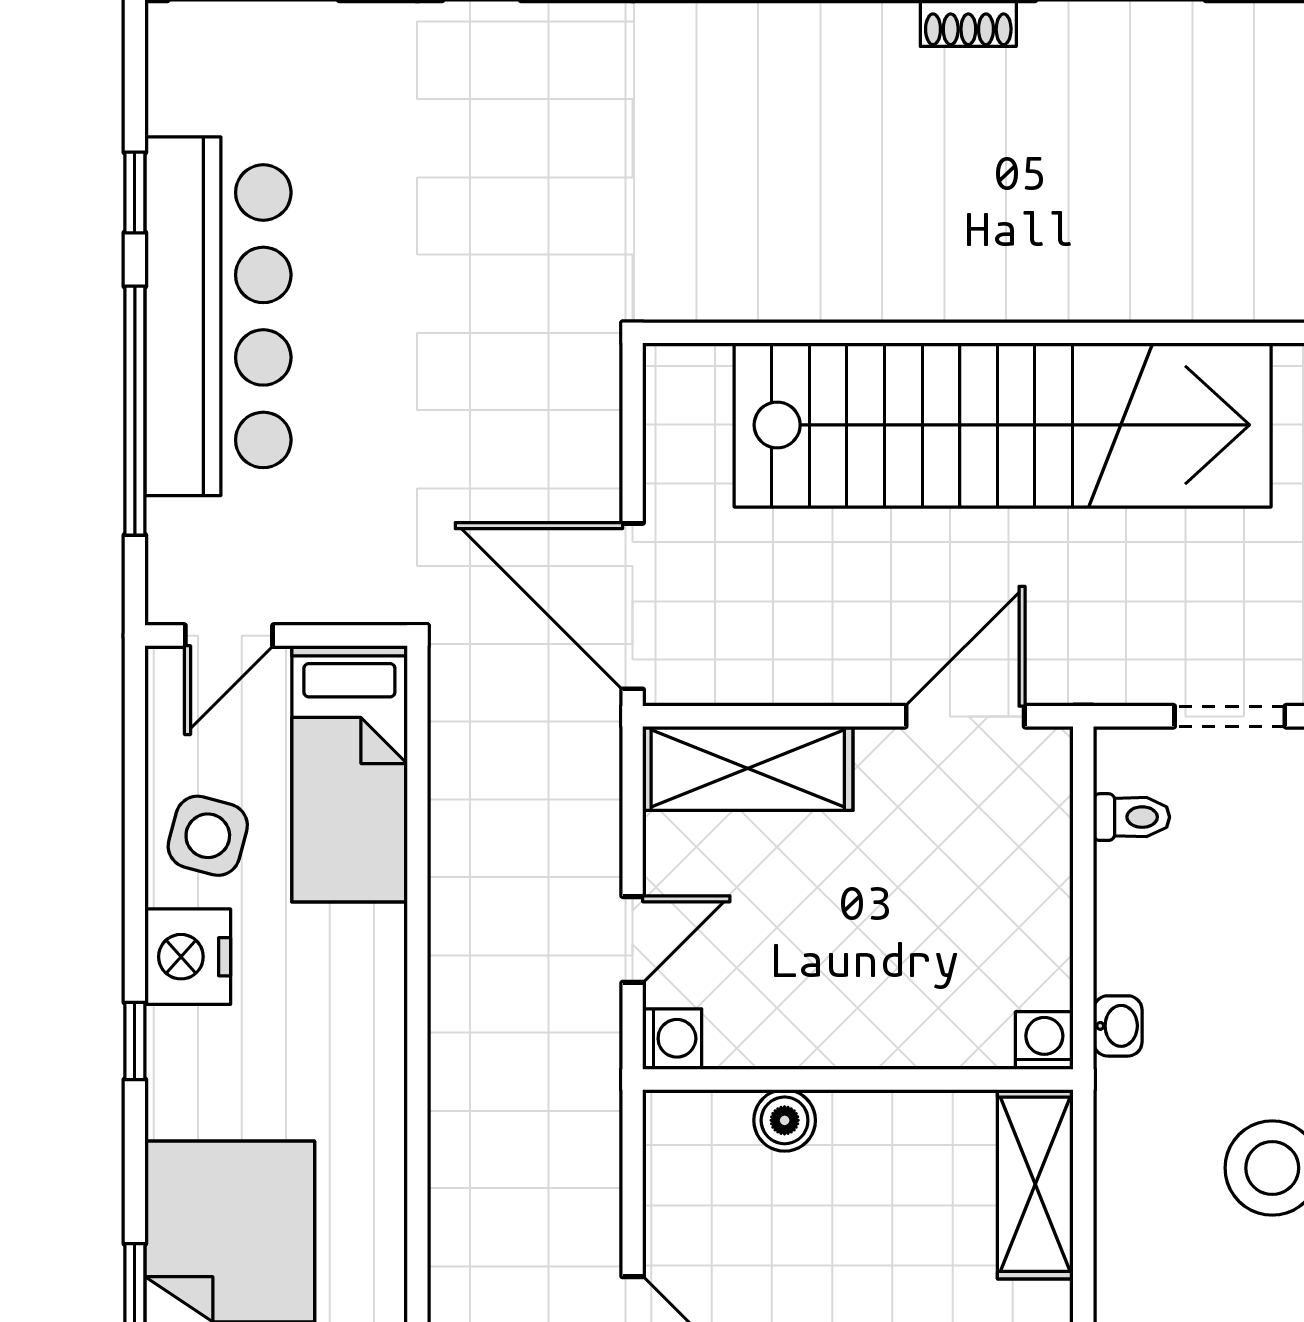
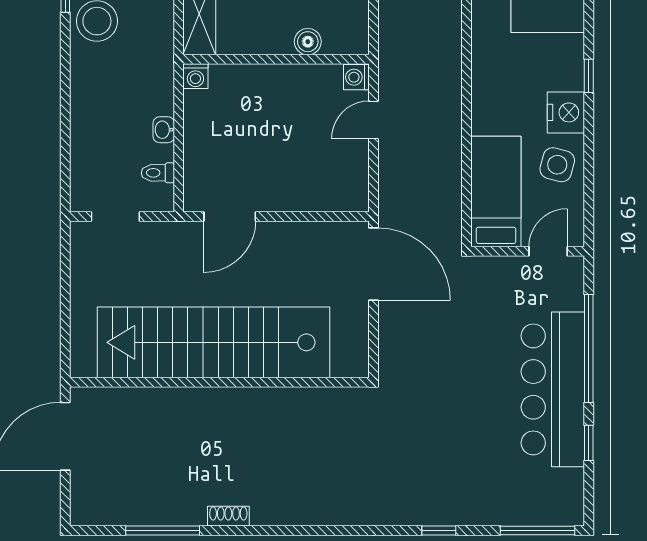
shelving: (748, 768) -> (324, 194), removed
washbasin: (1118, 1026) -> (164, 130), moved

